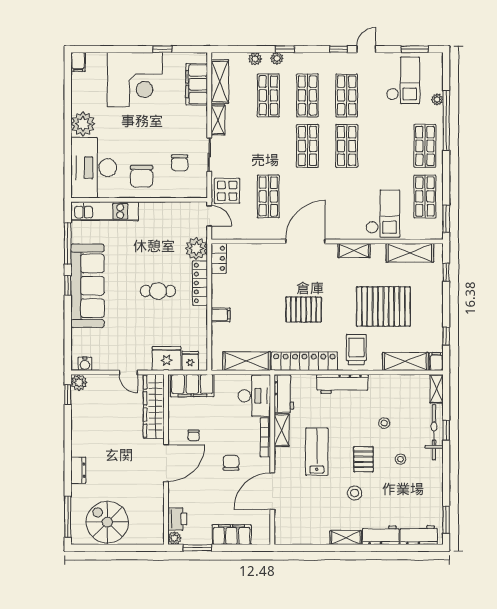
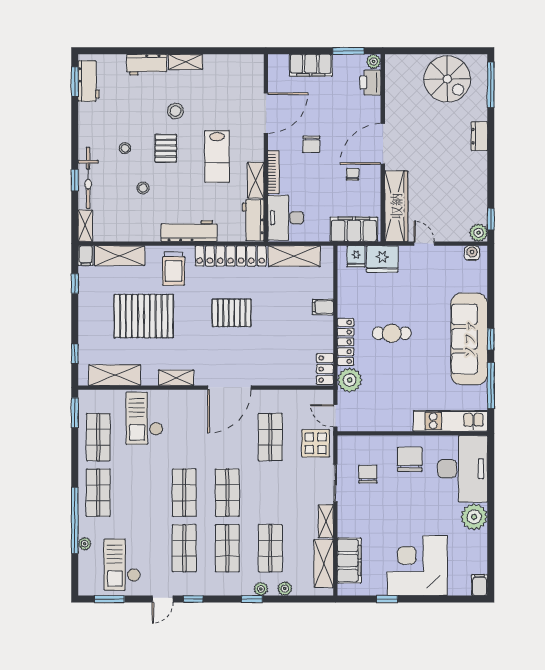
workbench: (419, 535) -> (89, 81), moved, turned -90

